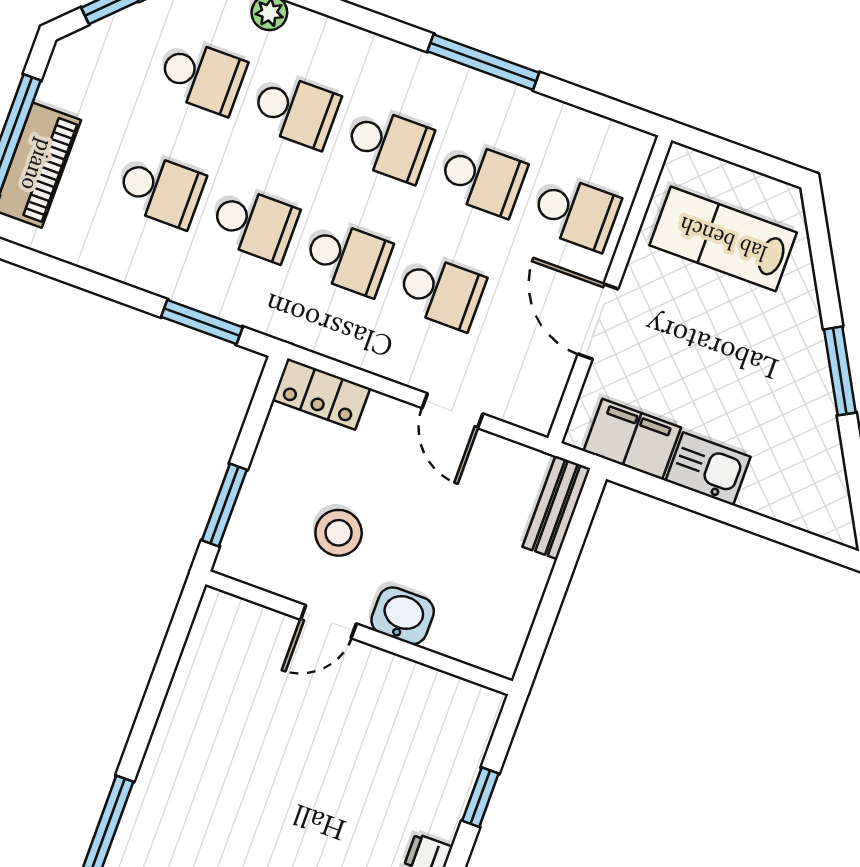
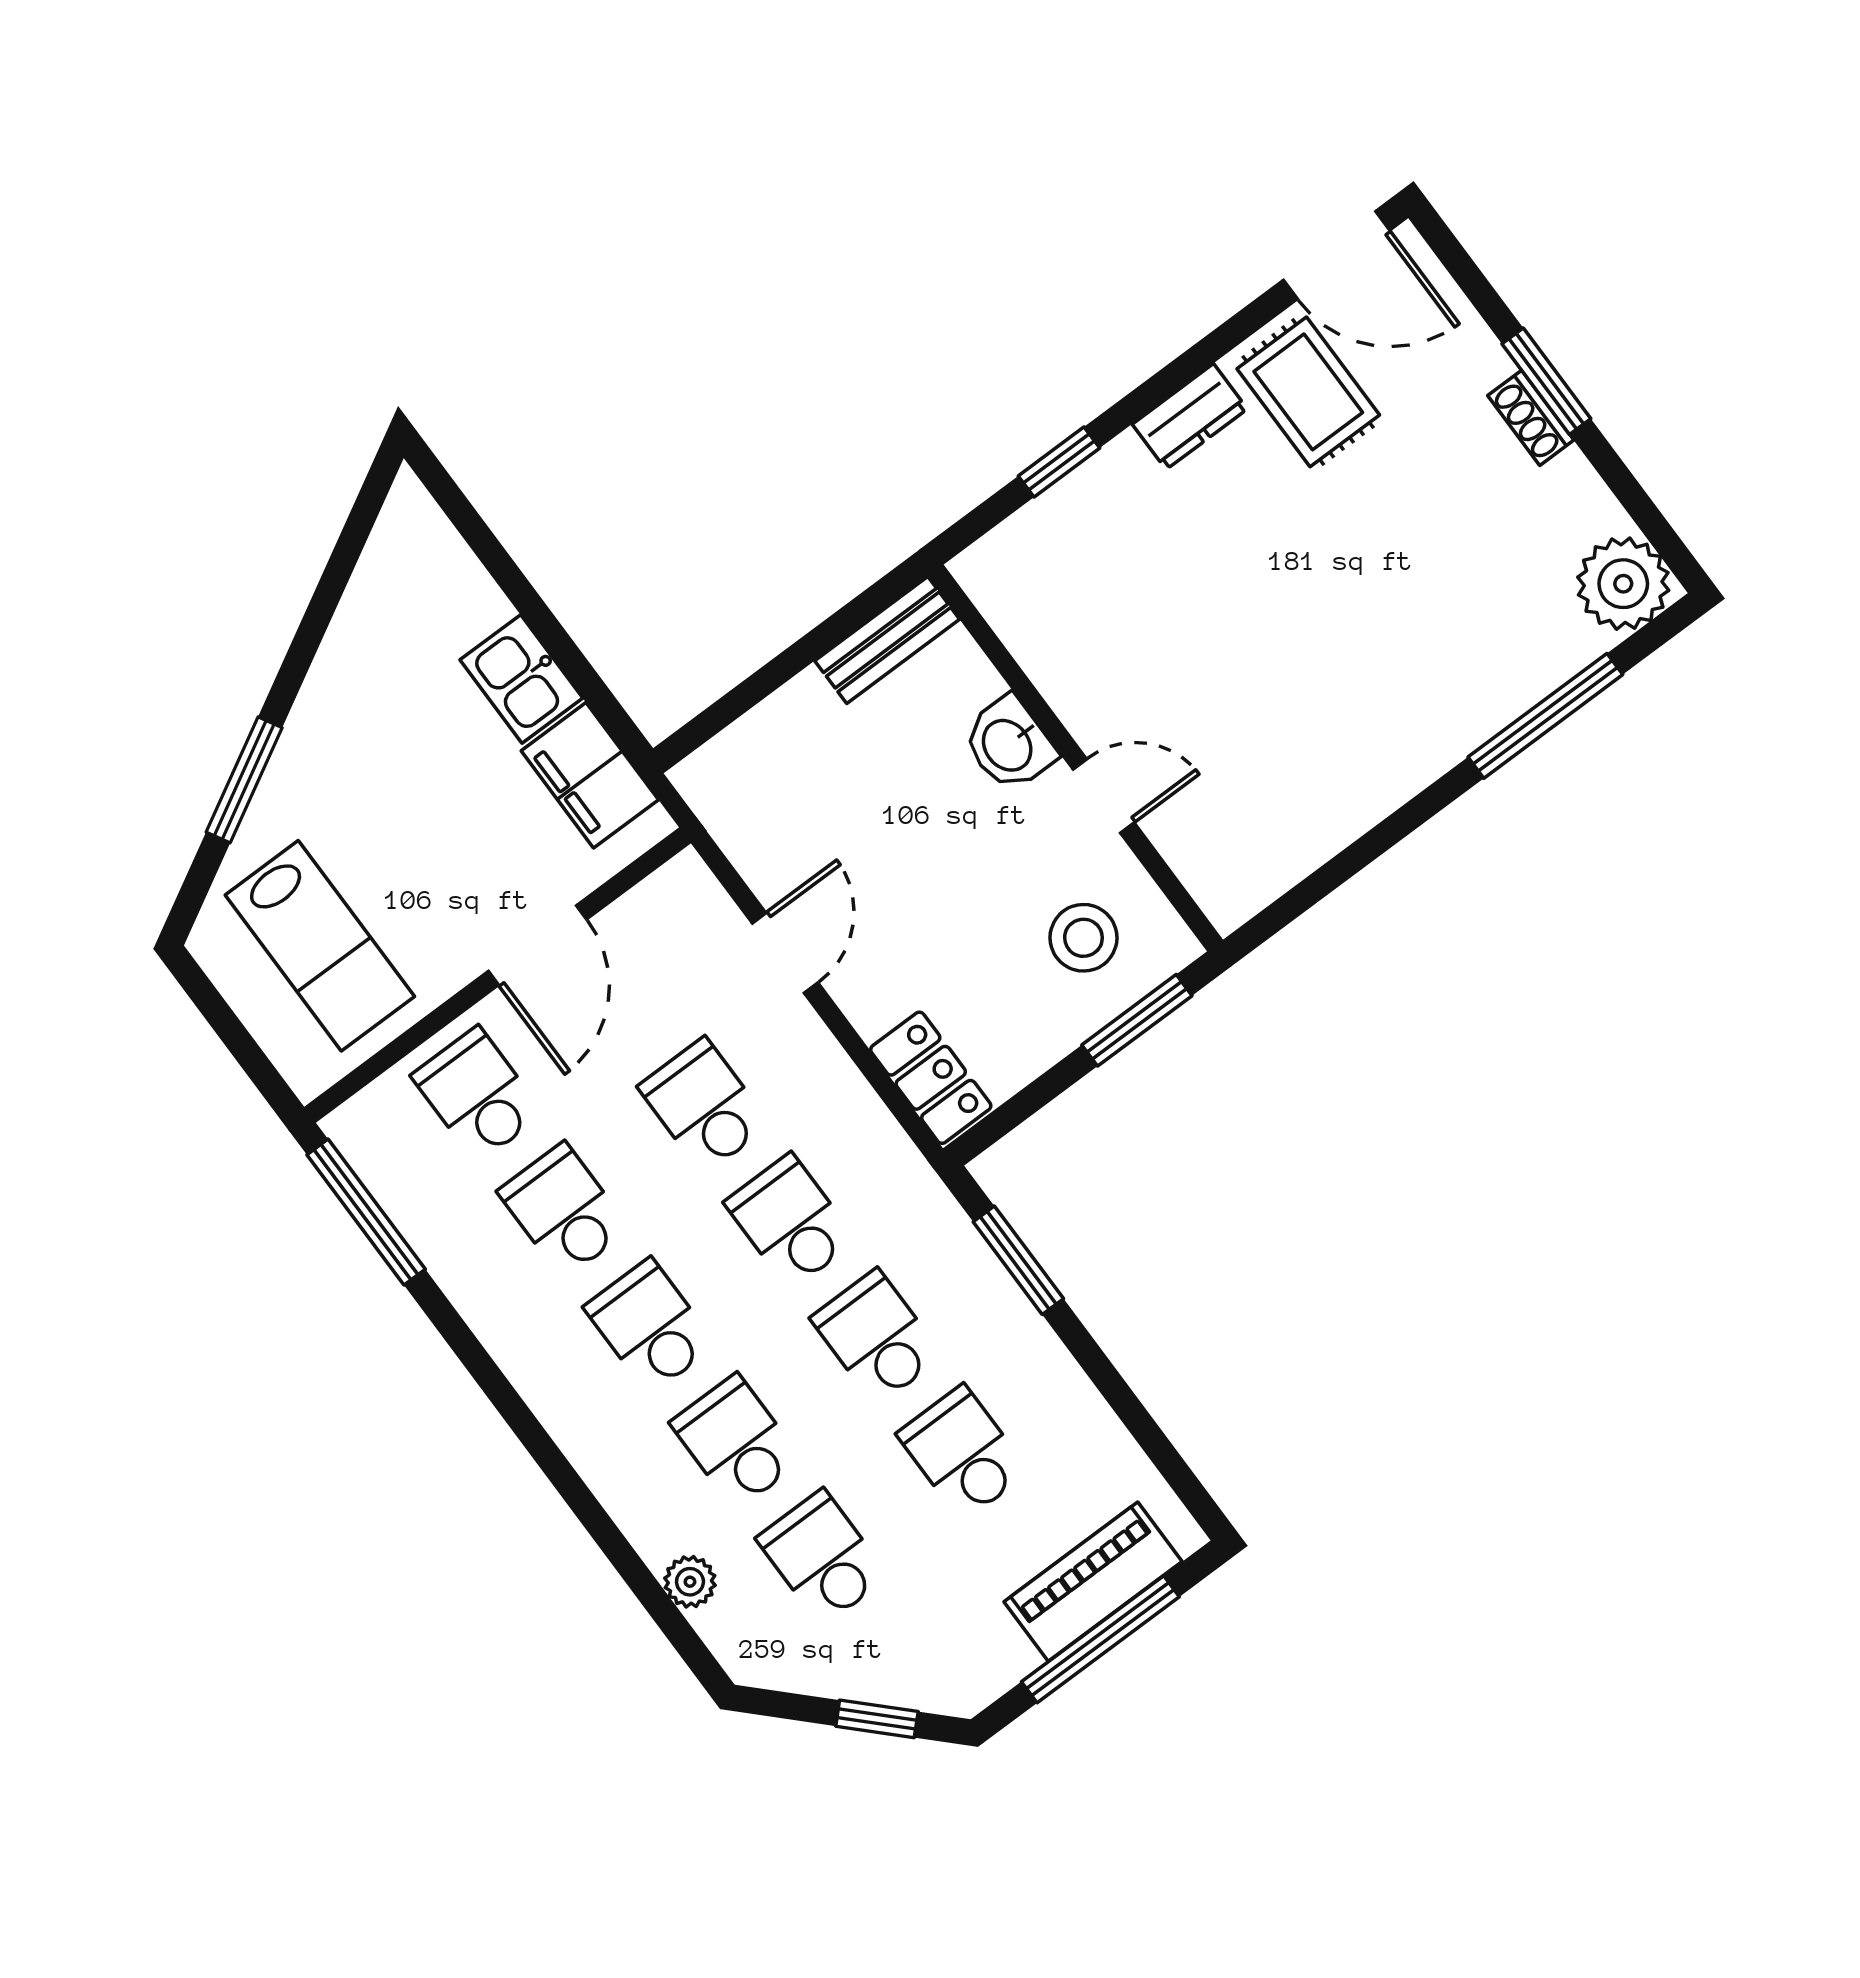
window: (483, 62) -> (366, 1212), moved
window: (840, 371) -> (244, 780), moved
bench: (556, 507) -> (887, 640), moved
stool: (339, 533) -> (1083, 938), moved

